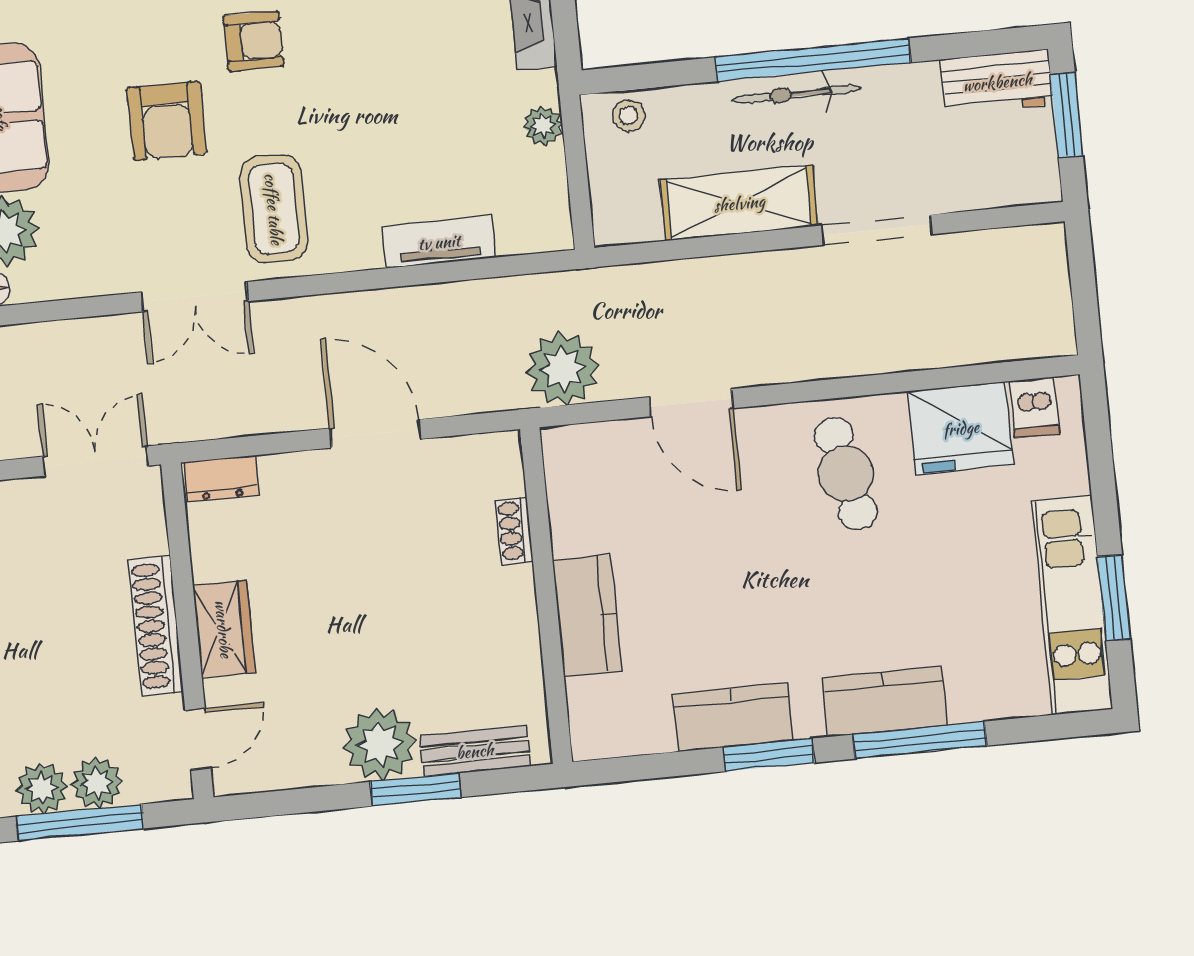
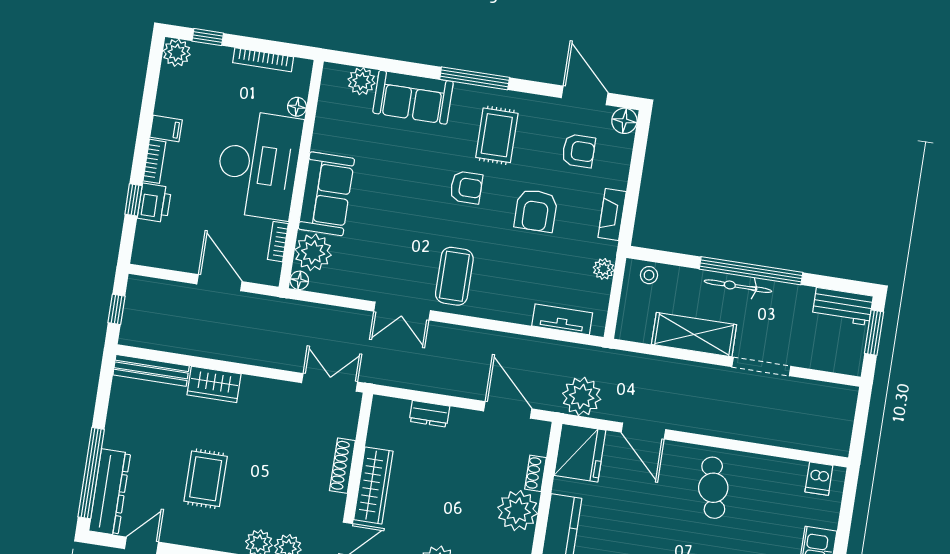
armchair: (167, 121) -> (536, 211), moved
tv unit: (439, 242) -> (562, 319), moved
fridge: (961, 428) -> (580, 453), moved, turned -90
door: (375, 434) -> (508, 410), moved
dresser: (221, 479) -> (429, 414), moved
plant: (499, 607) -> (518, 511), added
shoe rack: (156, 626) -> (342, 466), width x0.74, depth x0.81
wardrobe: (224, 629) -> (373, 485), width x1.50

